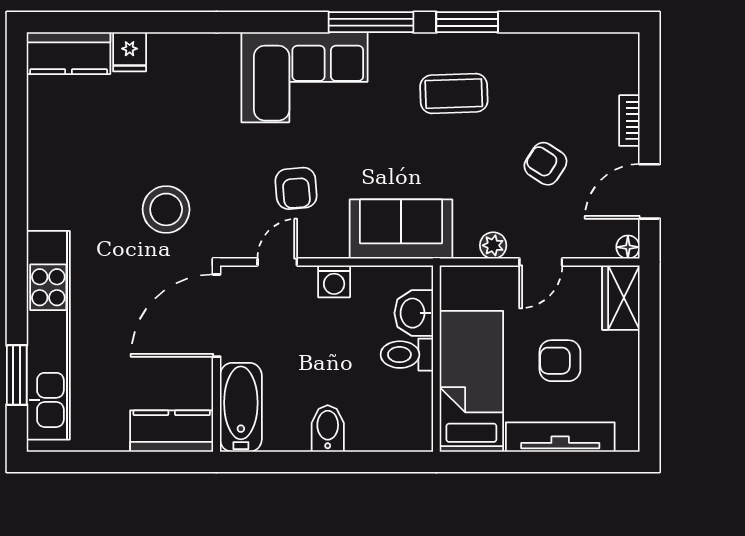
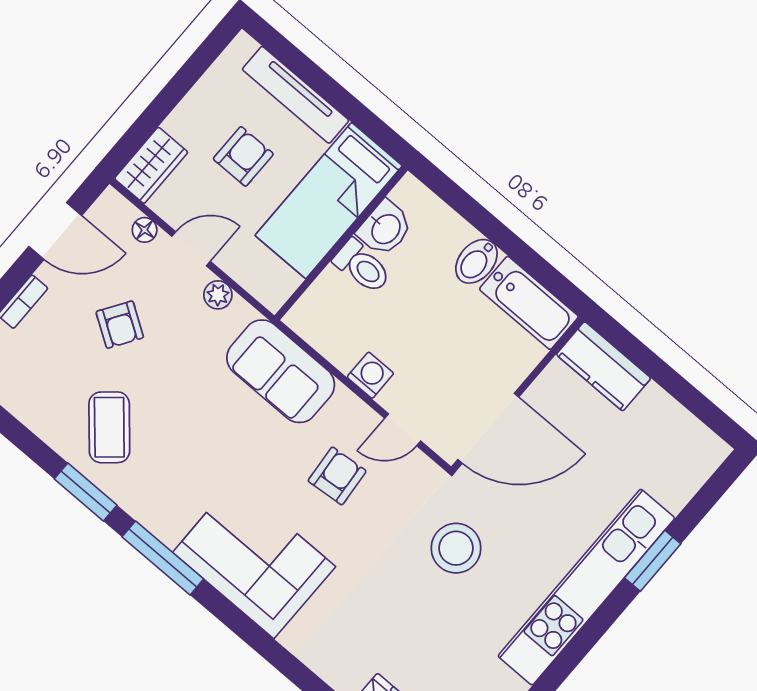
coffee table: (454, 94) -> (109, 427), moved, turned 51
floor lamp: (628, 247) -> (145, 230), moved
washbasin: (414, 313) -> (385, 228), moved
kitchen unit: (48, 335) -> (586, 587), moved
armchair: (560, 361) -> (243, 156), turned -90
window: (17, 375) -> (653, 561), moved
bathtub: (241, 407) -> (529, 303), moved, turned -90

